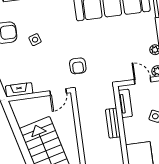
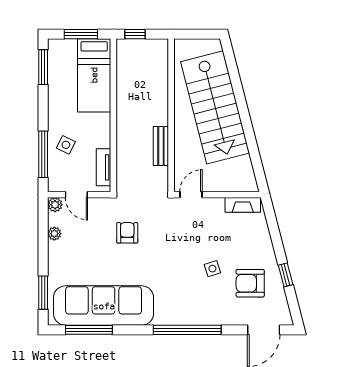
armchair: (78, 66) -> (127, 233), moved
bench: (113, 123) -> (161, 146), moved

